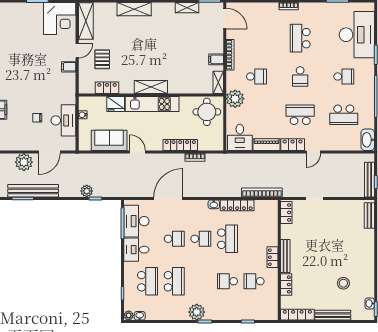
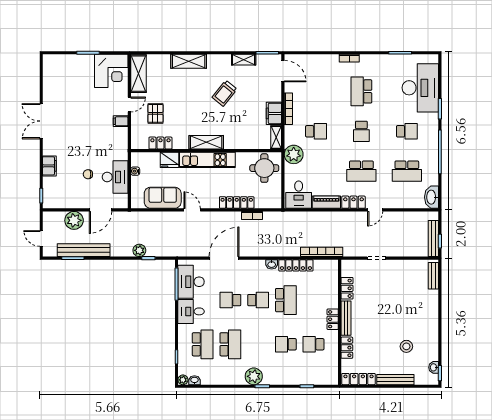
trolley: (169, 40) -> (224, 93), added
filing cabinet: (216, 59) -> (274, 113), width x2.00
school desk: (300, 115) -> (361, 171), turned 180
locker: (286, 212) -> (347, 288), moved
school desk: (174, 239) -> (230, 300), turned 180

